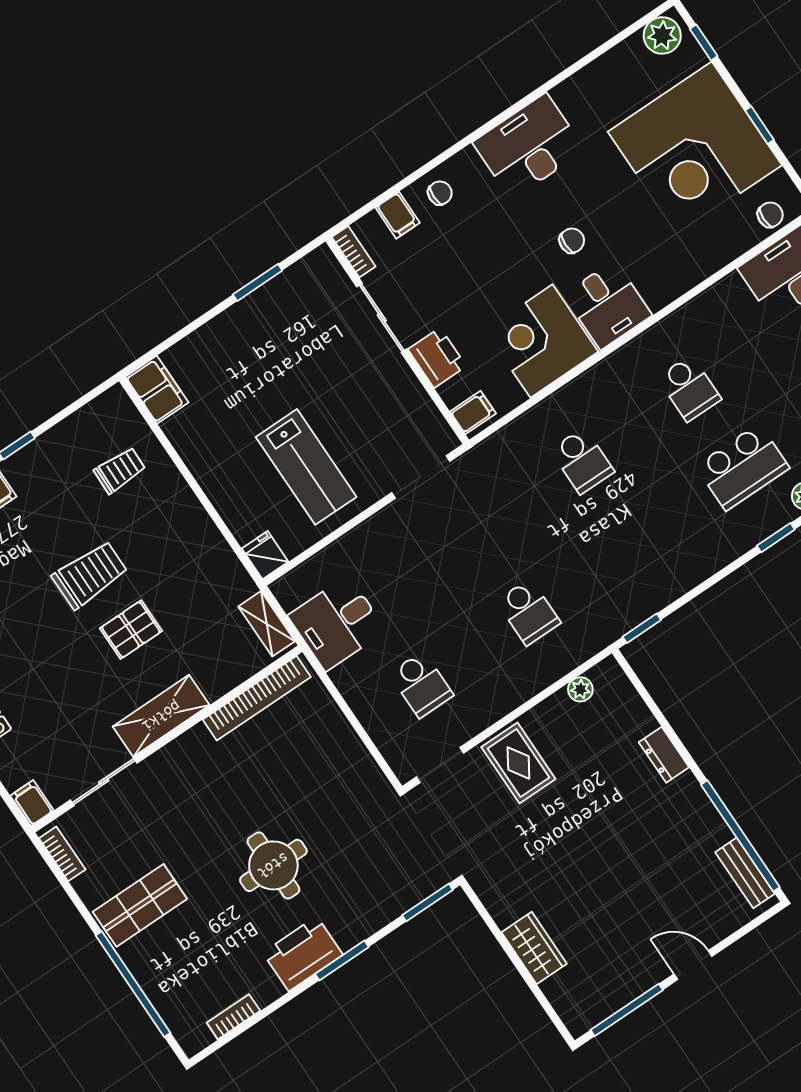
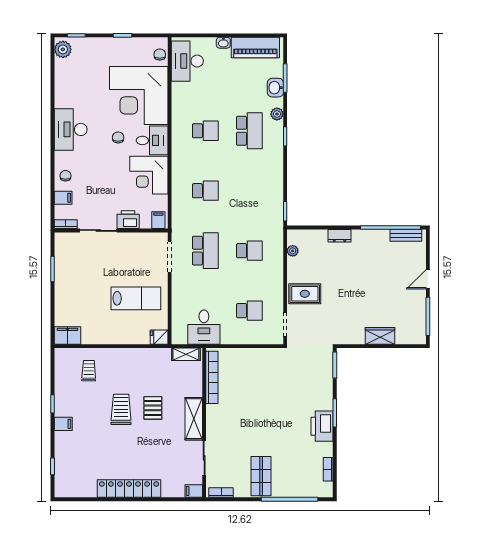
corner desk: (695, 148) -> (139, 96), moved, turned 90
school desk: (475, 533) -> (205, 251), added
round table: (273, 865) -> (280, 414), removed

